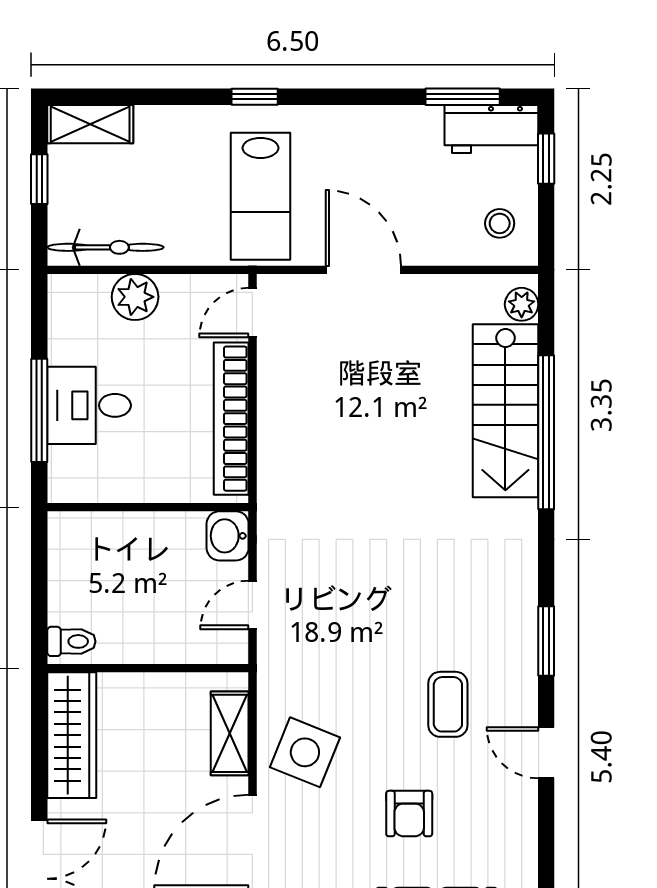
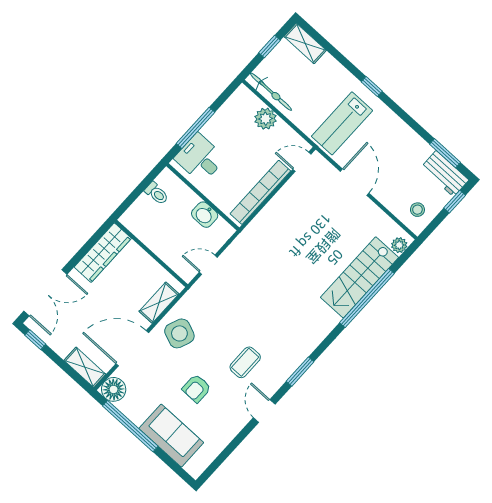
desk: (89, 405) -> (200, 158), moved
washbasin: (228, 536) -> (205, 215), moved, turned -90
toilet: (71, 641) -> (157, 193), moved

